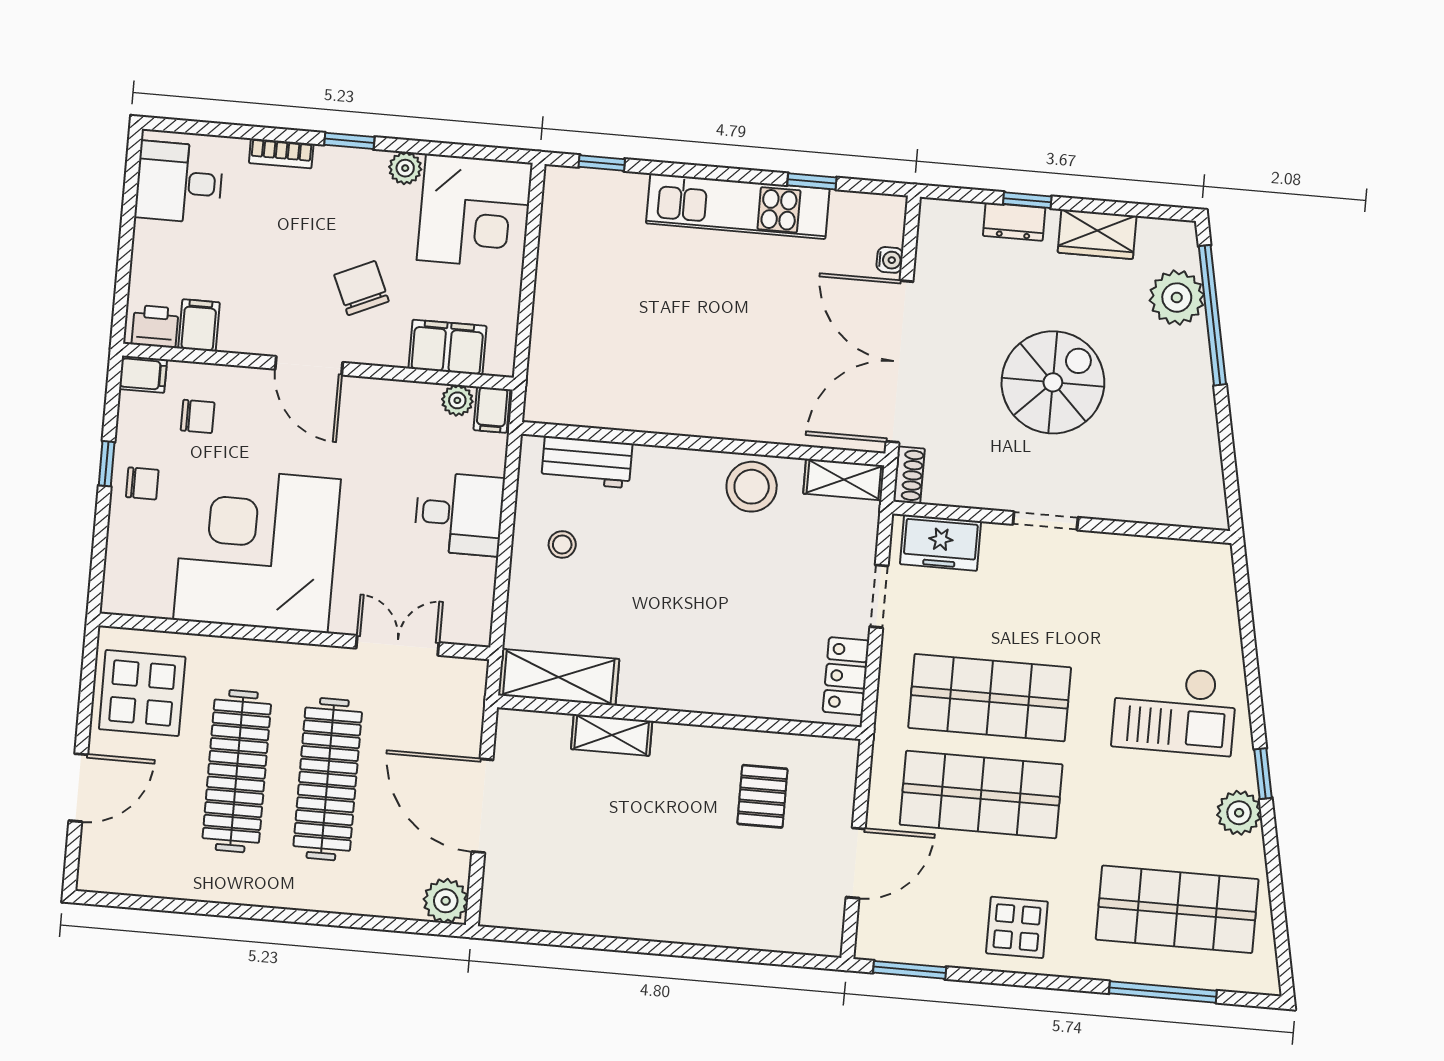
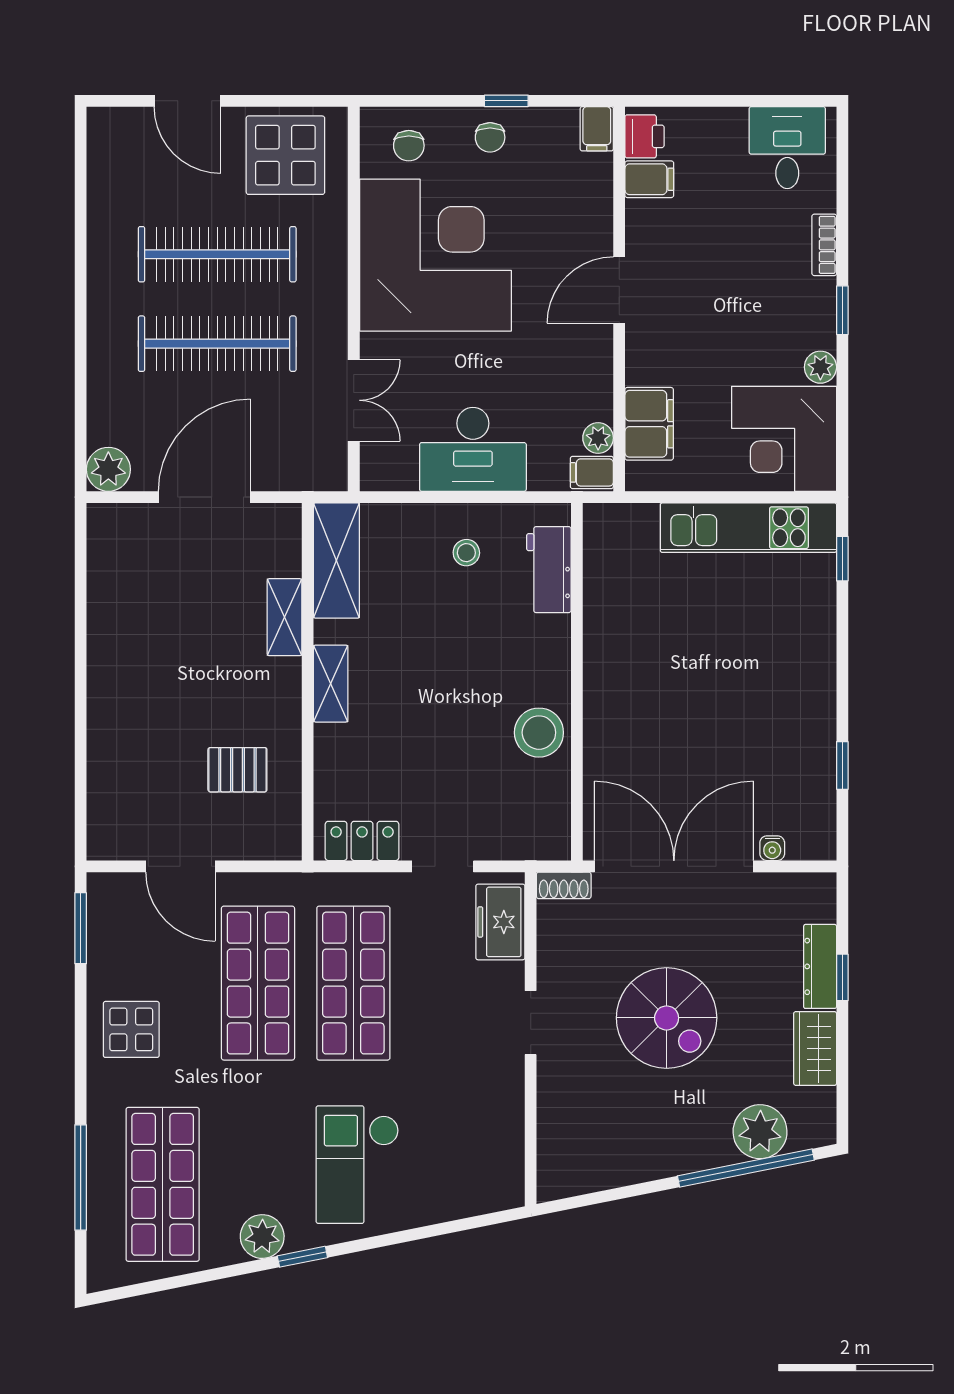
kitchen unit: (738, 206) -> (748, 528), moved, turned -90
dresser: (1014, 222) -> (820, 966), width x1.44
chair: (362, 288) -> (700, 335), removed
chair: (198, 416) -> (409, 146), moved
shelving: (844, 480) -> (331, 684), moved
desk: (459, 514) -> (473, 449), width x1.37

